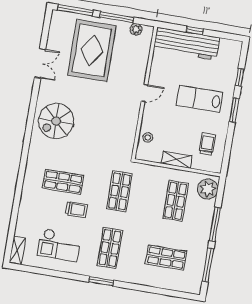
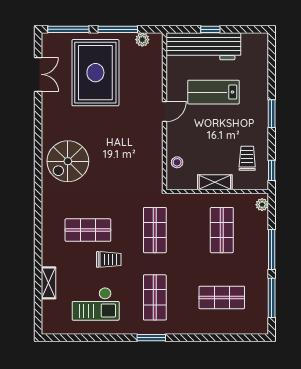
double door: (40, 63) -> (38, 74), moved
window: (240, 77) -> (272, 170), moved
lab bench: (200, 99) -> (213, 92), moved
plant: (208, 189) -> (262, 205), width x0.53, depth x0.53
shelving: (17, 250) -> (49, 283), moved

